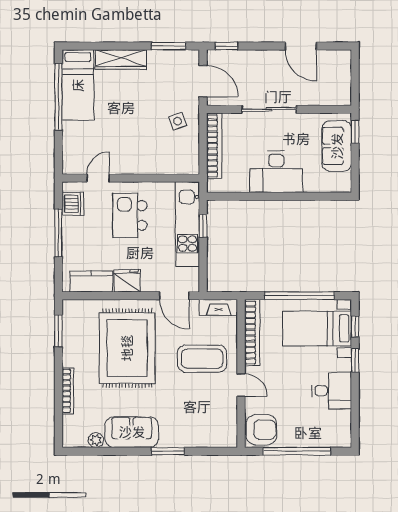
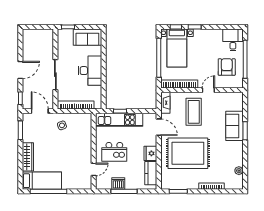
door: (301, 46) -> (20, 70), moved
door: (203, 81) -> (40, 111), hinge flipped
sofa: (337, 146) -> (87, 37), moved
door: (98, 178) -> (94, 169), swing flipped
dishwasher: (73, 204) -> (118, 183), moved
door: (174, 296) -> (159, 127), hinge flipped
desk: (332, 391) -> (233, 40), moved
armchair: (261, 430) -> (227, 67), moved
sofa: (132, 432) -> (234, 126), moved

